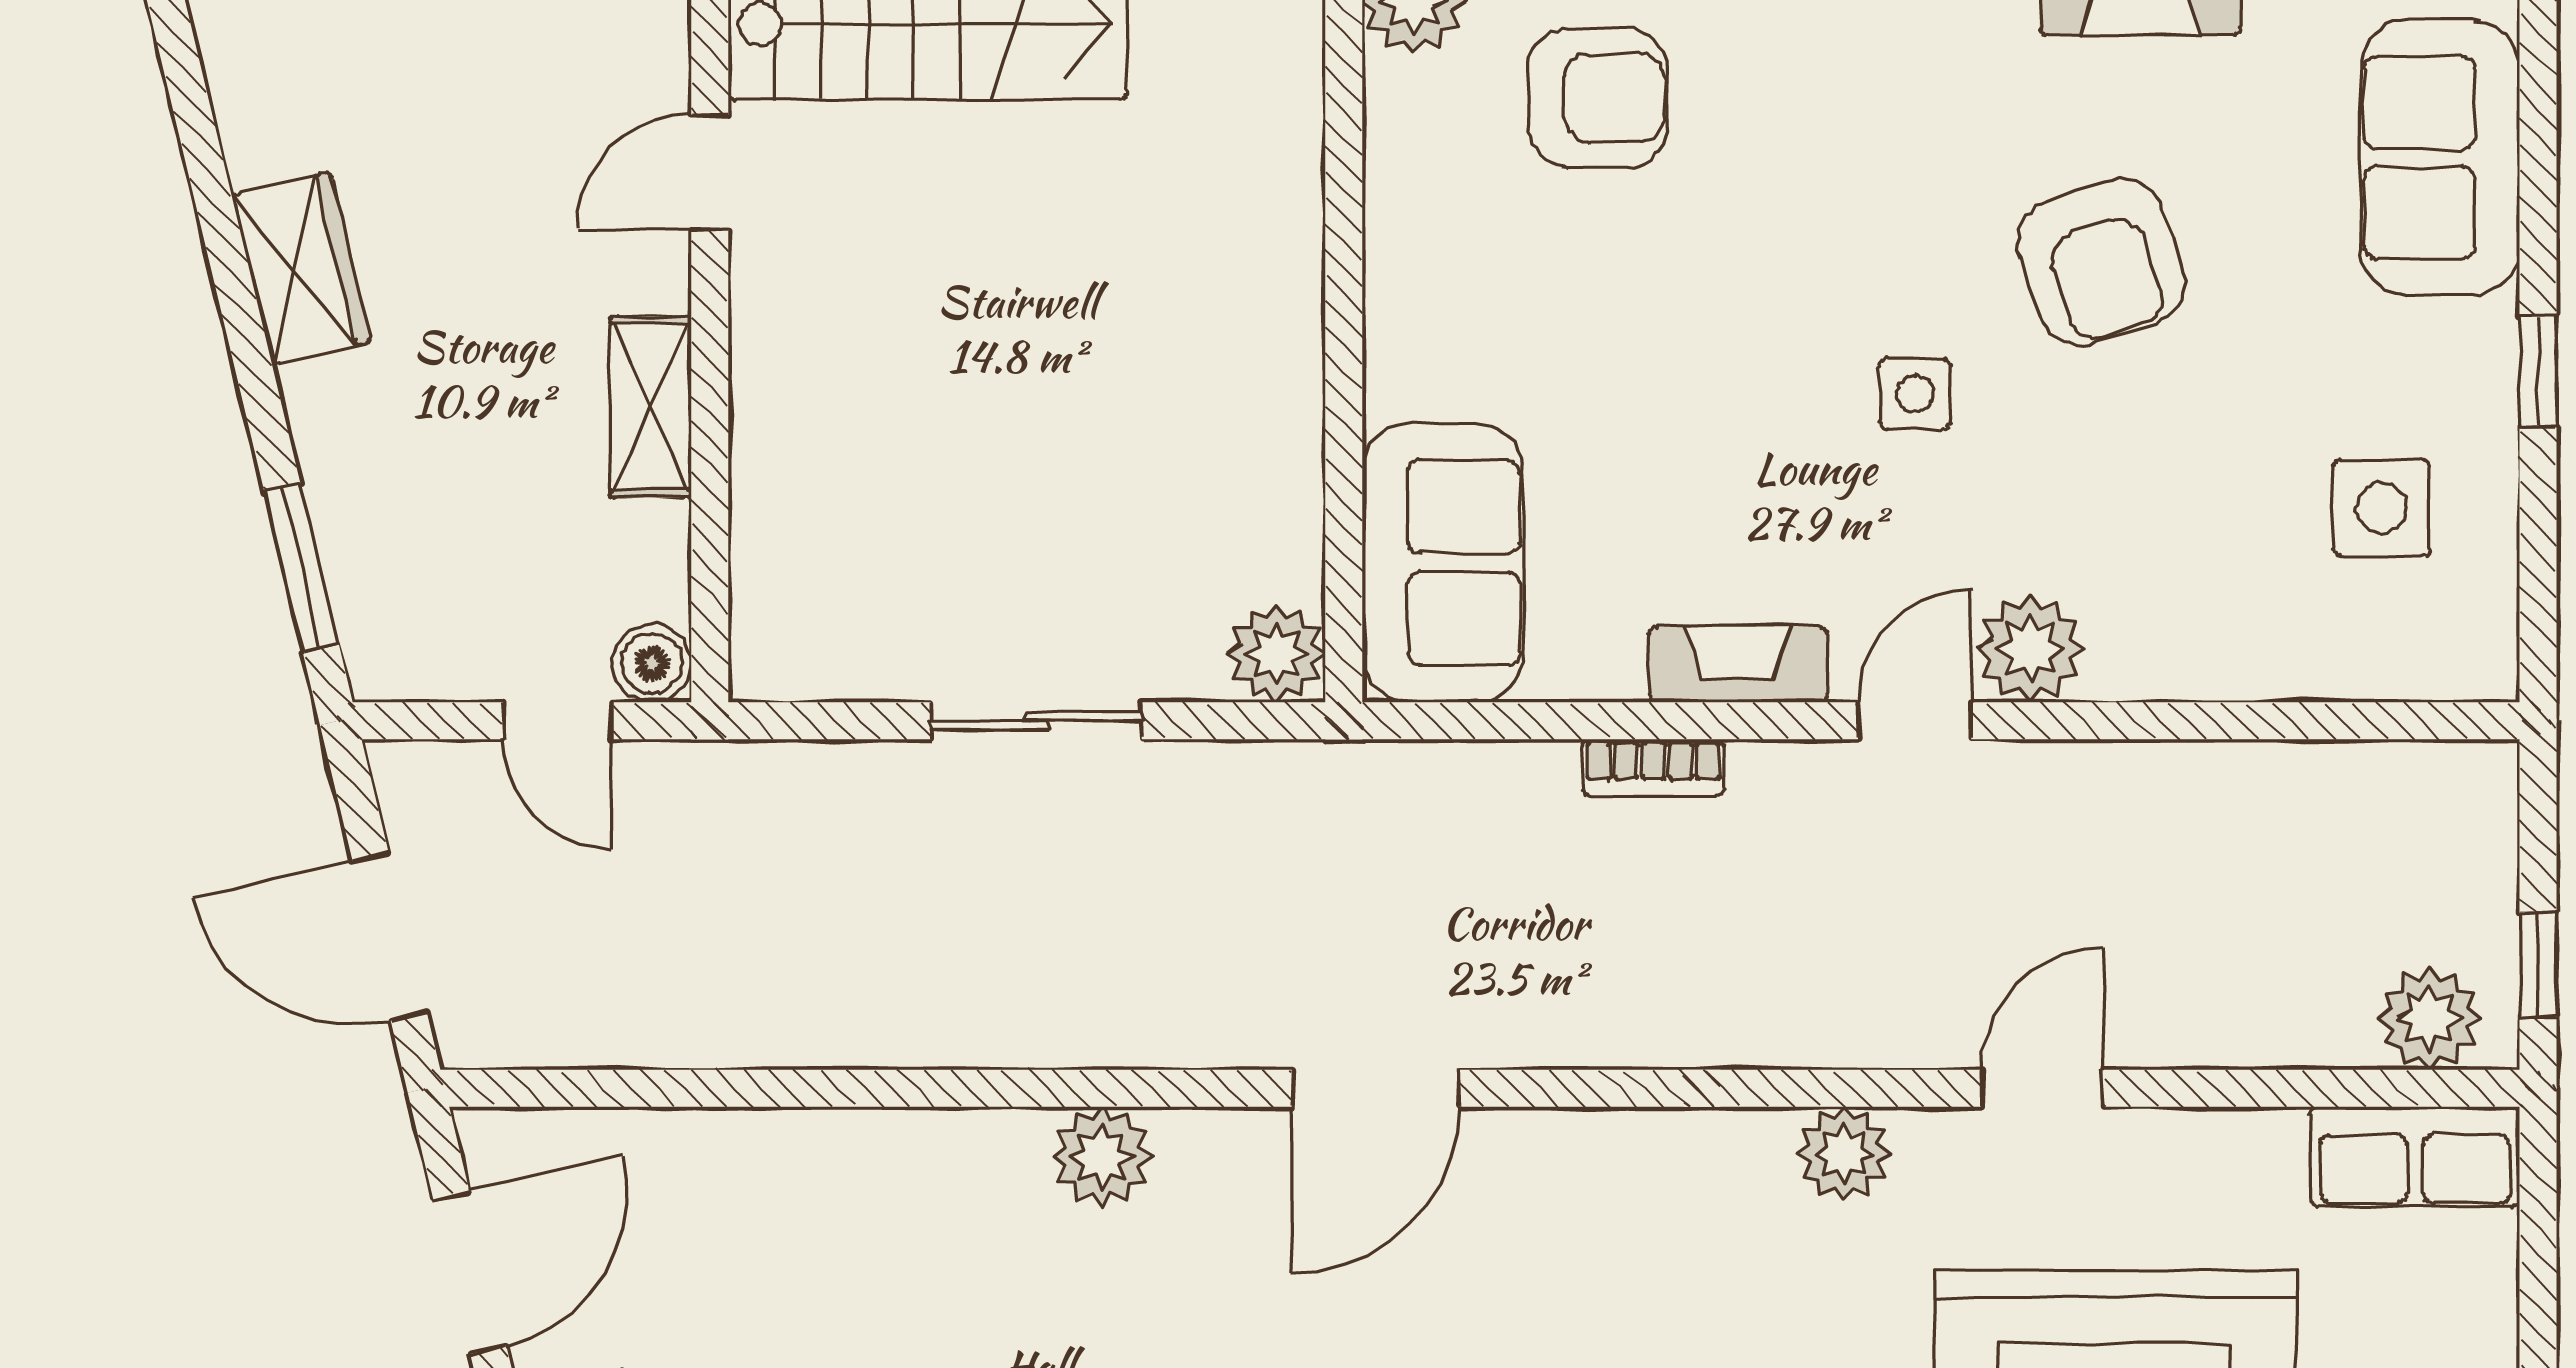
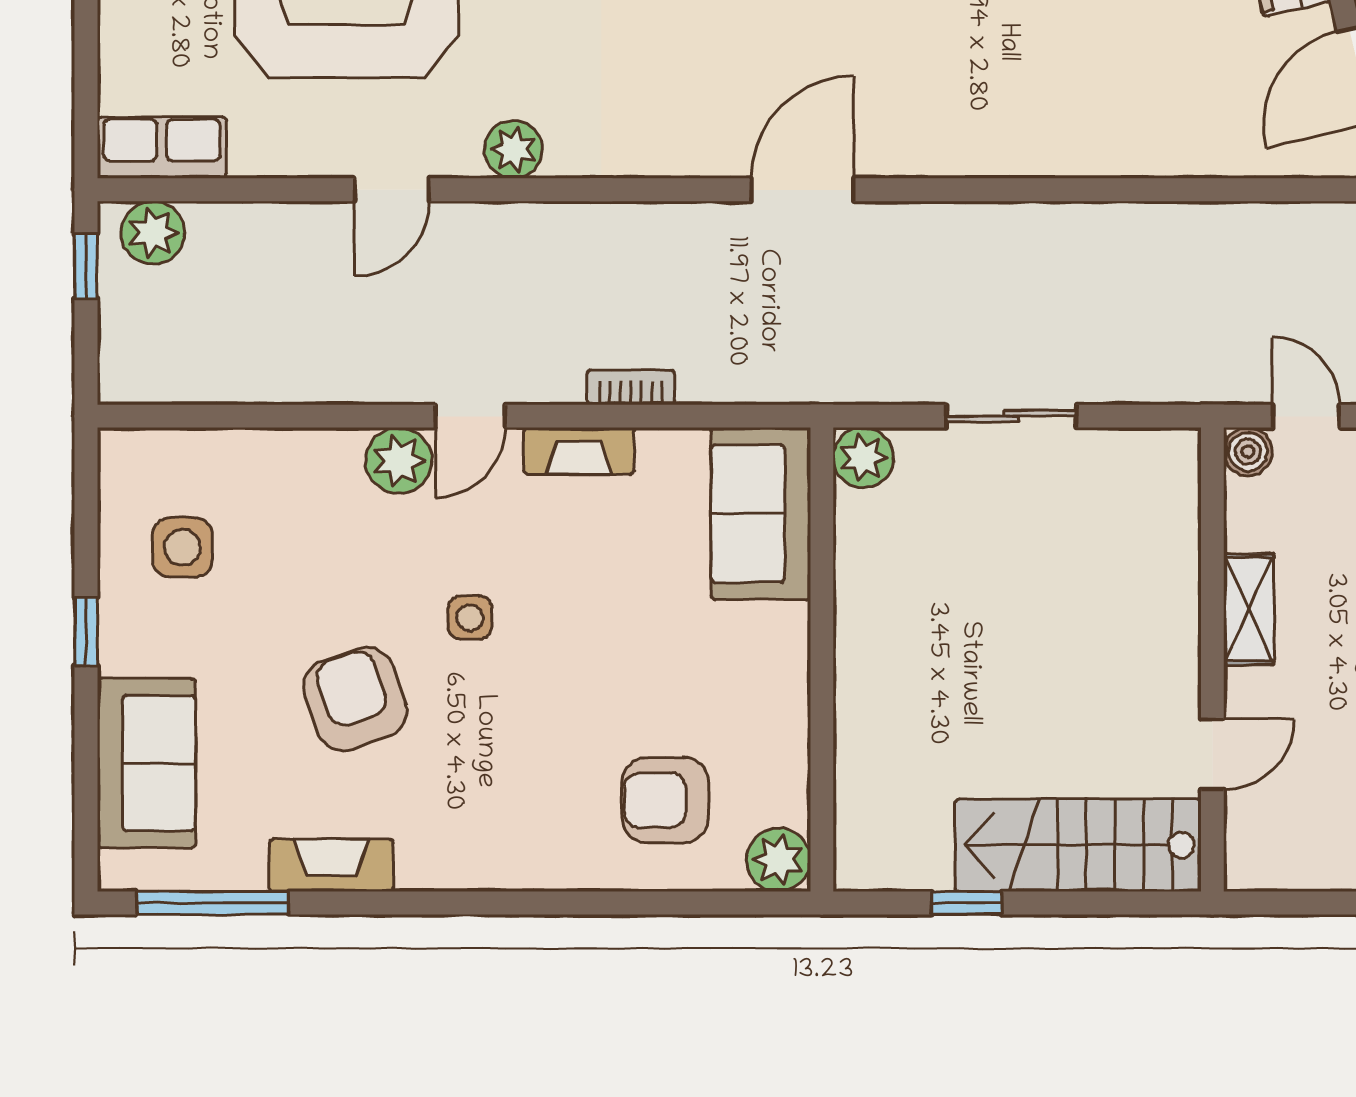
plant: (1102, 1157) -> (971, 147), removed

